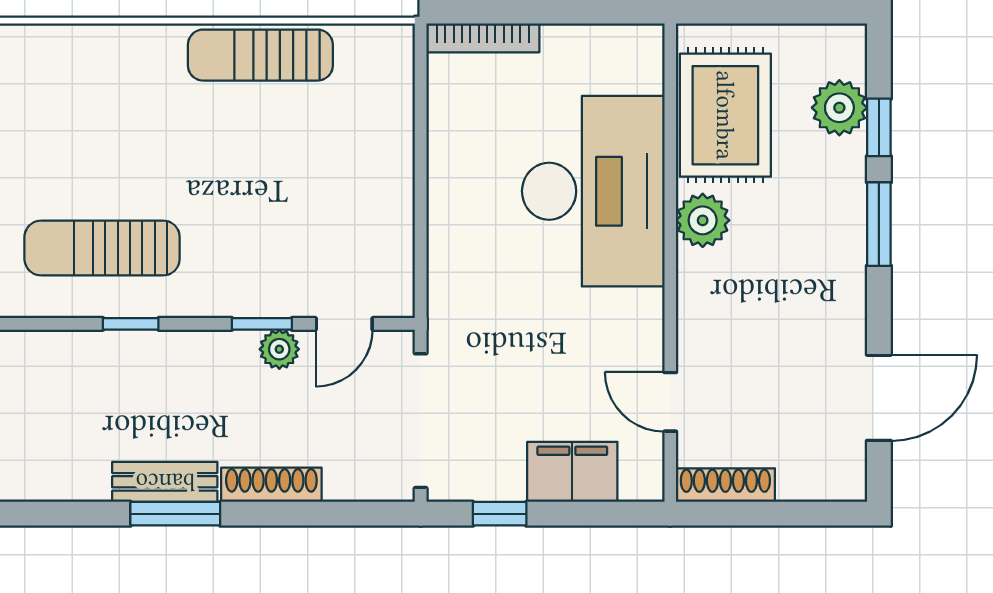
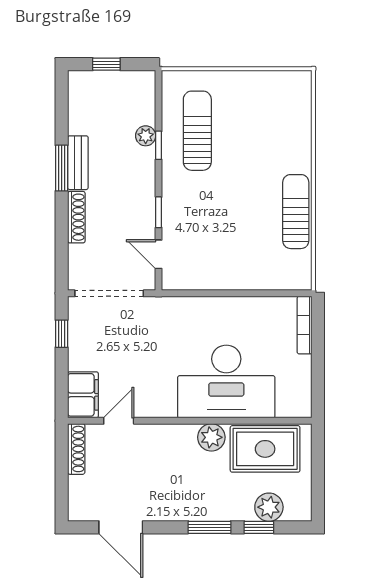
plant: (279, 349) -> (146, 136), moved
filing cabinet: (572, 472) -> (83, 395), moved

